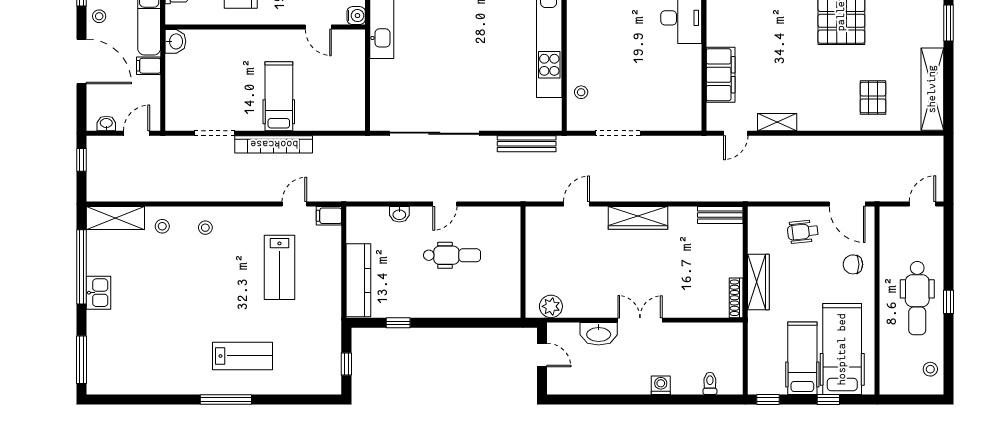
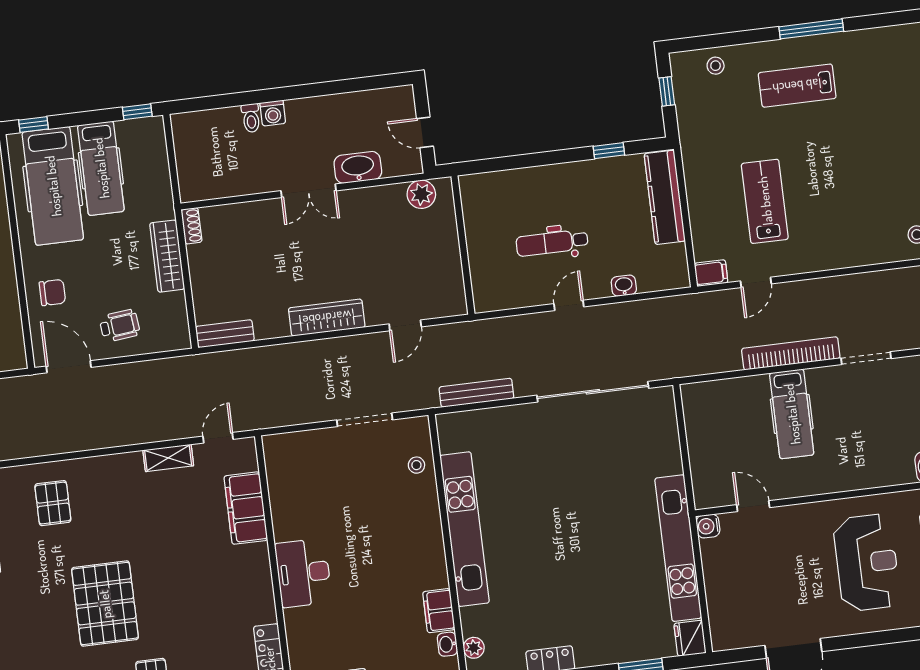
stool: (205, 228) -> (716, 66), moved
shoe rack: (736, 298) -> (192, 226), width x0.70
toilet: (710, 383) -> (251, 118), moved
window: (828, 399) -> (34, 124), moved

